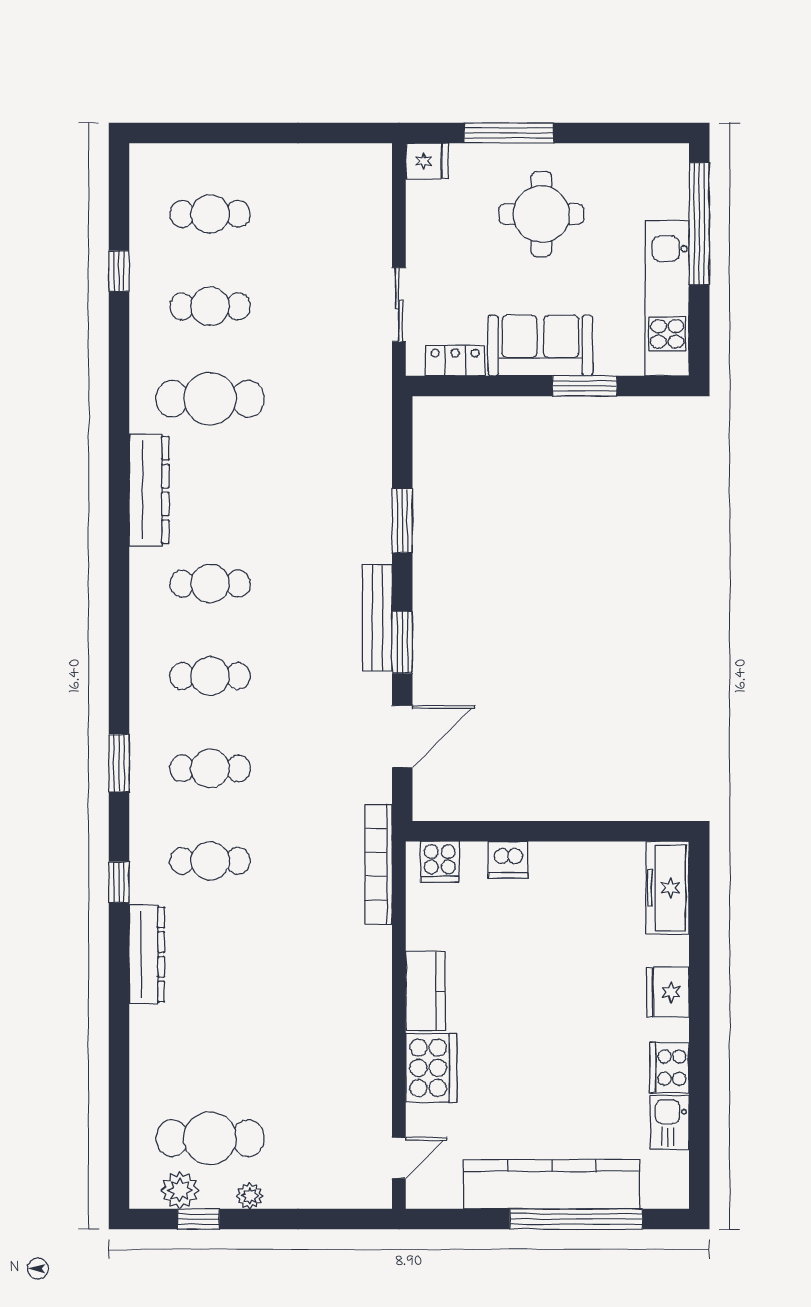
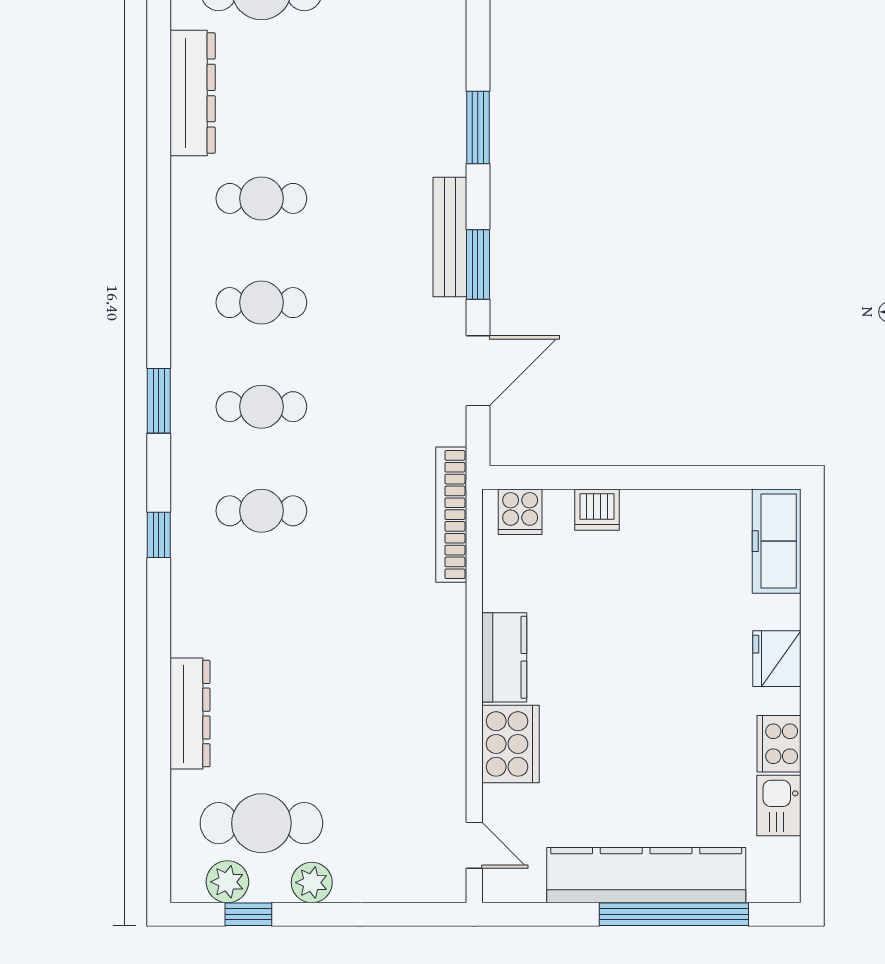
dresser: (147, 954) -> (190, 714), moved
door: (399, 1158) -> (474, 845), hinge flipped
plant: (250, 1196) -> (312, 883), width x1.38, depth x1.38

